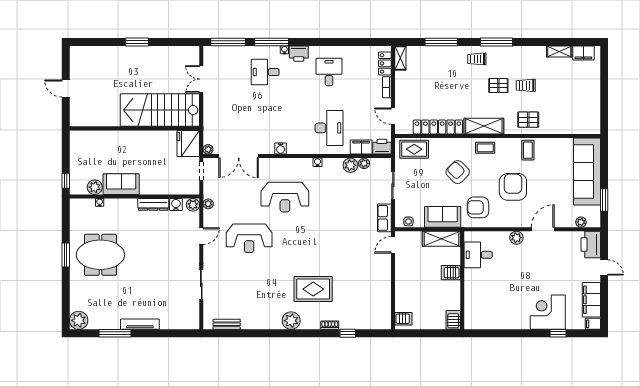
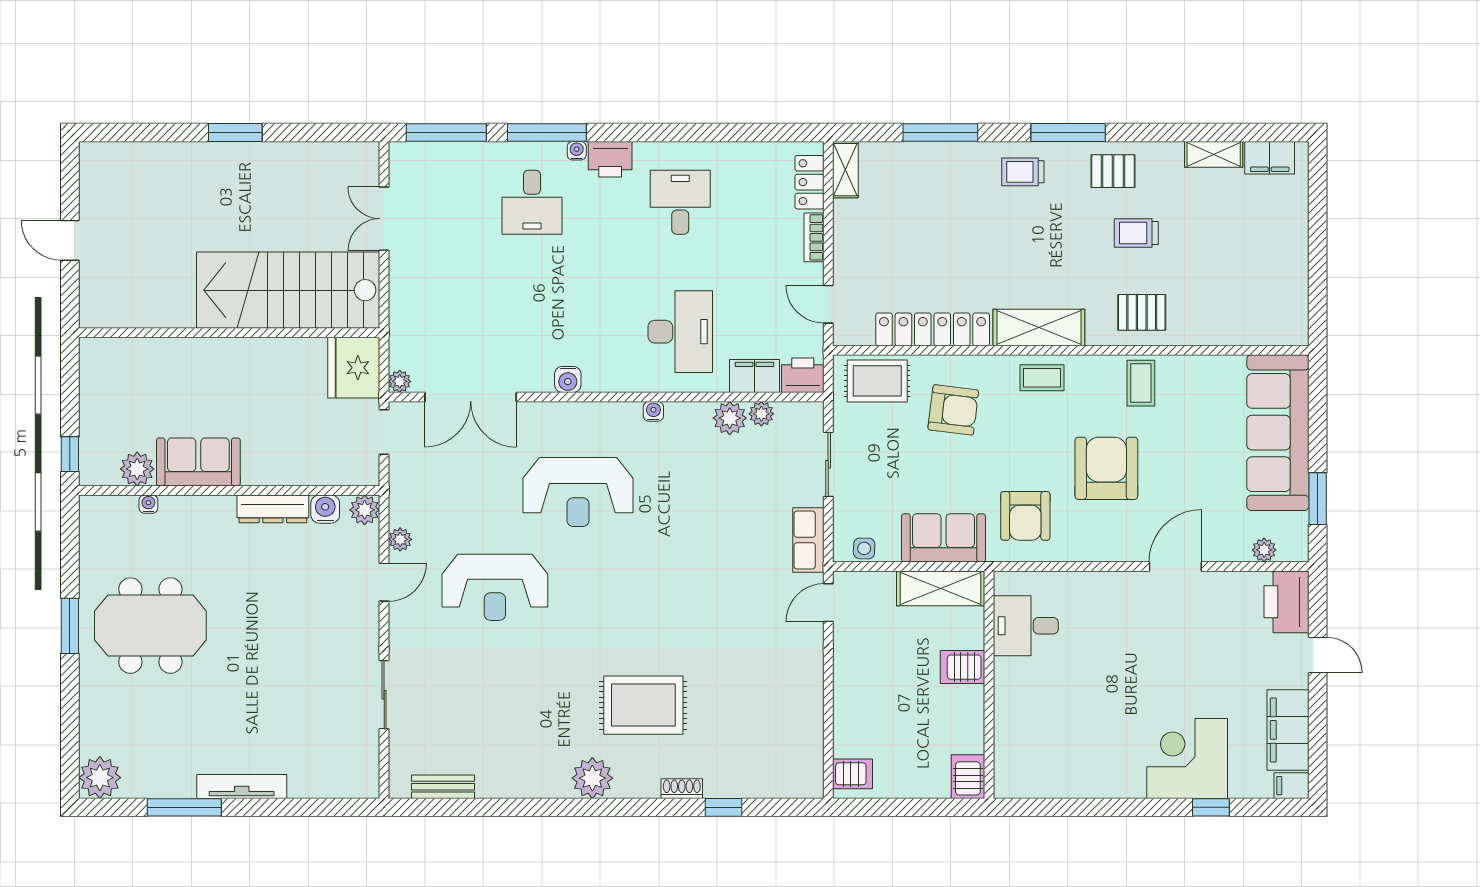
desk: (265, 72) -> (532, 202), turned -90
pallet: (498, 86) -> (1113, 171), moved
armchair: (458, 172) -> (953, 410), moved, turned 142
plant: (208, 204) -> (400, 539), moved
armchair: (478, 207) -> (1025, 516), turned -90
plant: (516, 238) -> (1114, 586), removed

